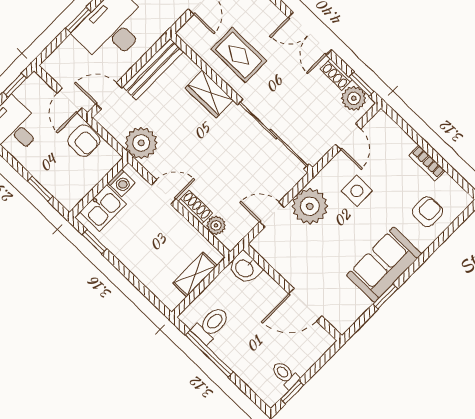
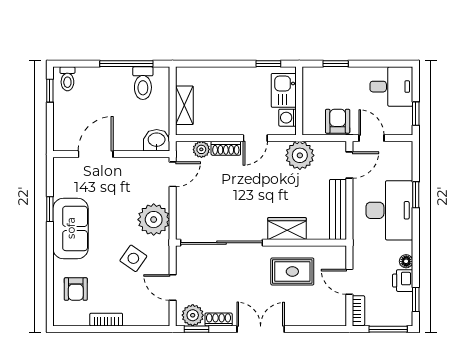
armchair: (84, 141) -> (338, 121), turned 90
side table: (357, 191) -> (133, 258), turned 35
door: (272, 215) -> (173, 174), moved
toilet: (285, 375) -> (67, 79), moved, turned 90

